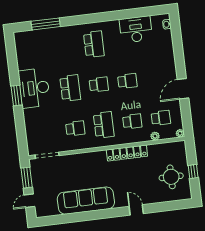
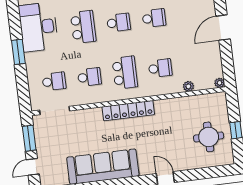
window: (17, 96) -> (18, 52), moved
school desk: (161, 118) -> (54, 81), moved
locker: (127, 153) -> (128, 111), moved

